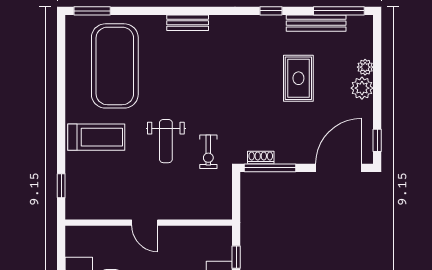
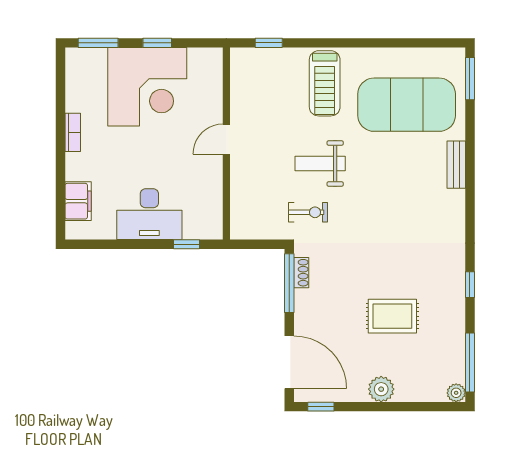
bench: (188, 23) -> (456, 165), moved
bench: (316, 23) -> (456, 336), removed
plant: (365, 67) -> (456, 393), moved
exercise bike: (208, 152) -> (308, 212), turned 180

